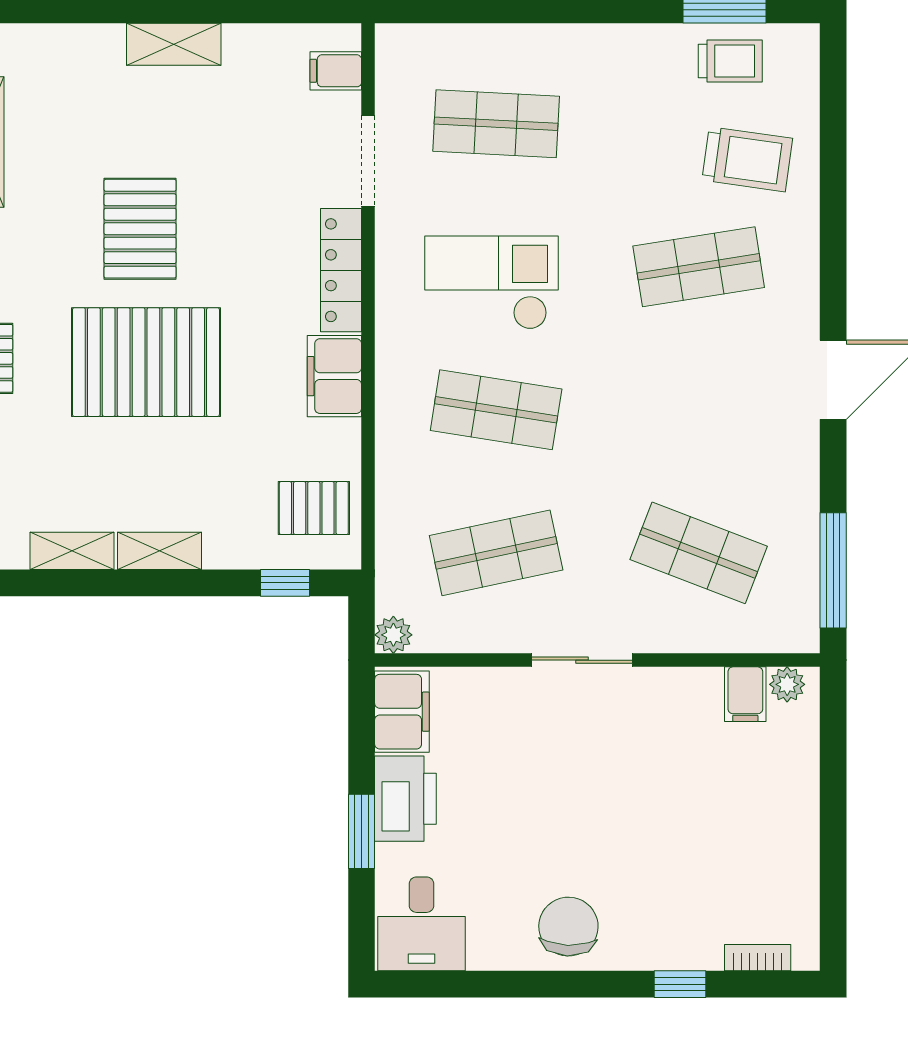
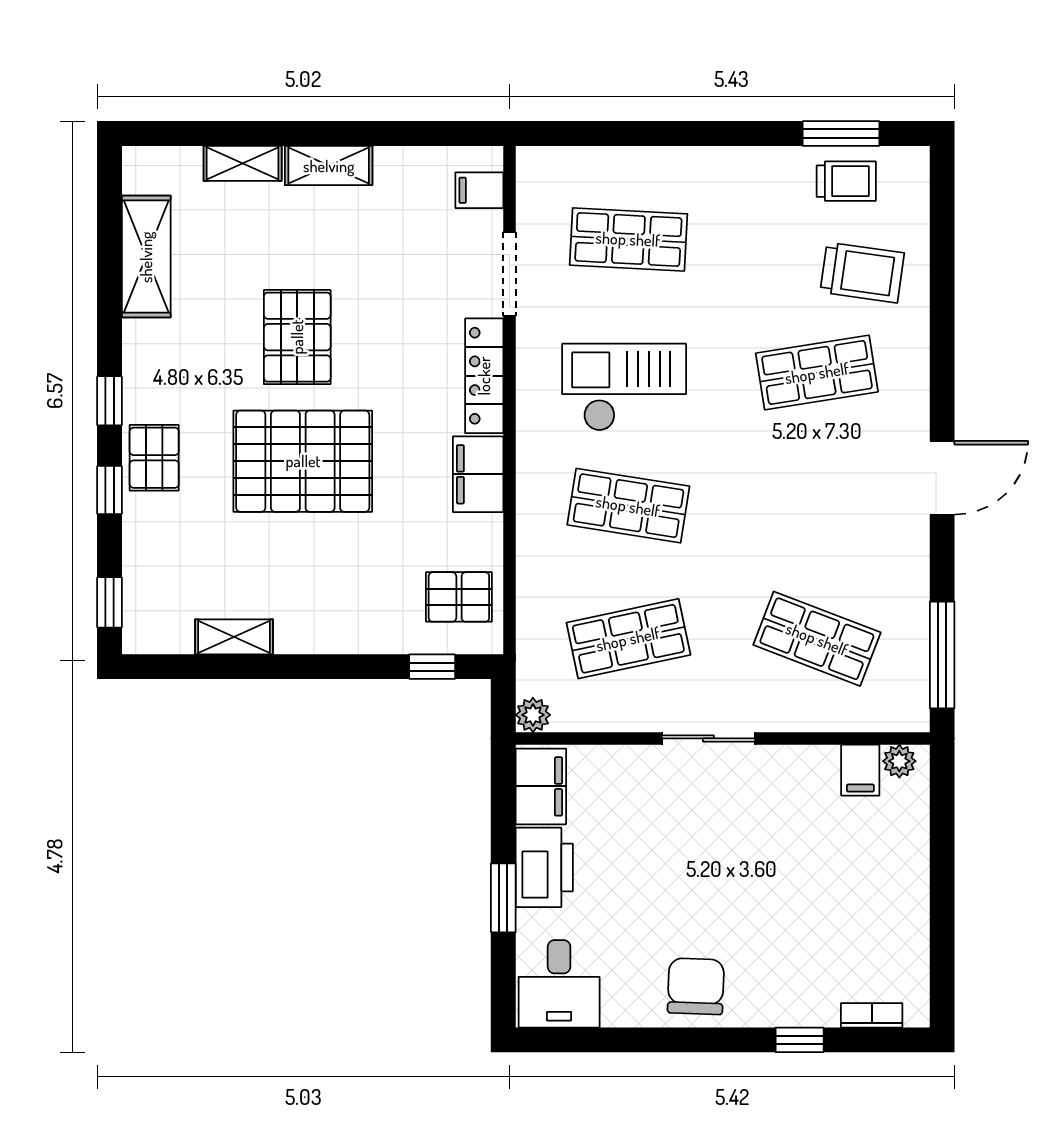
shelving: (159, 551) -> (243, 163), moved

